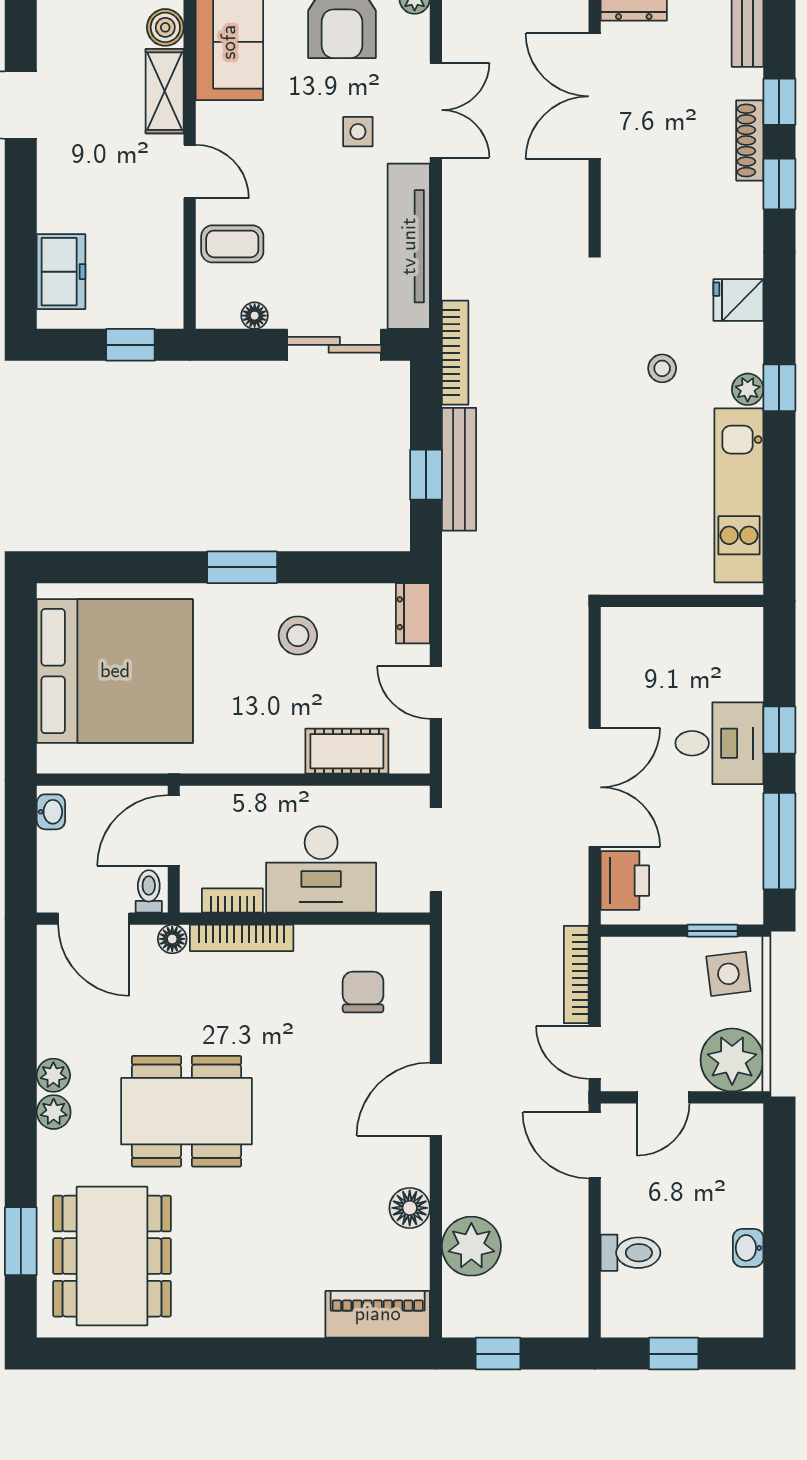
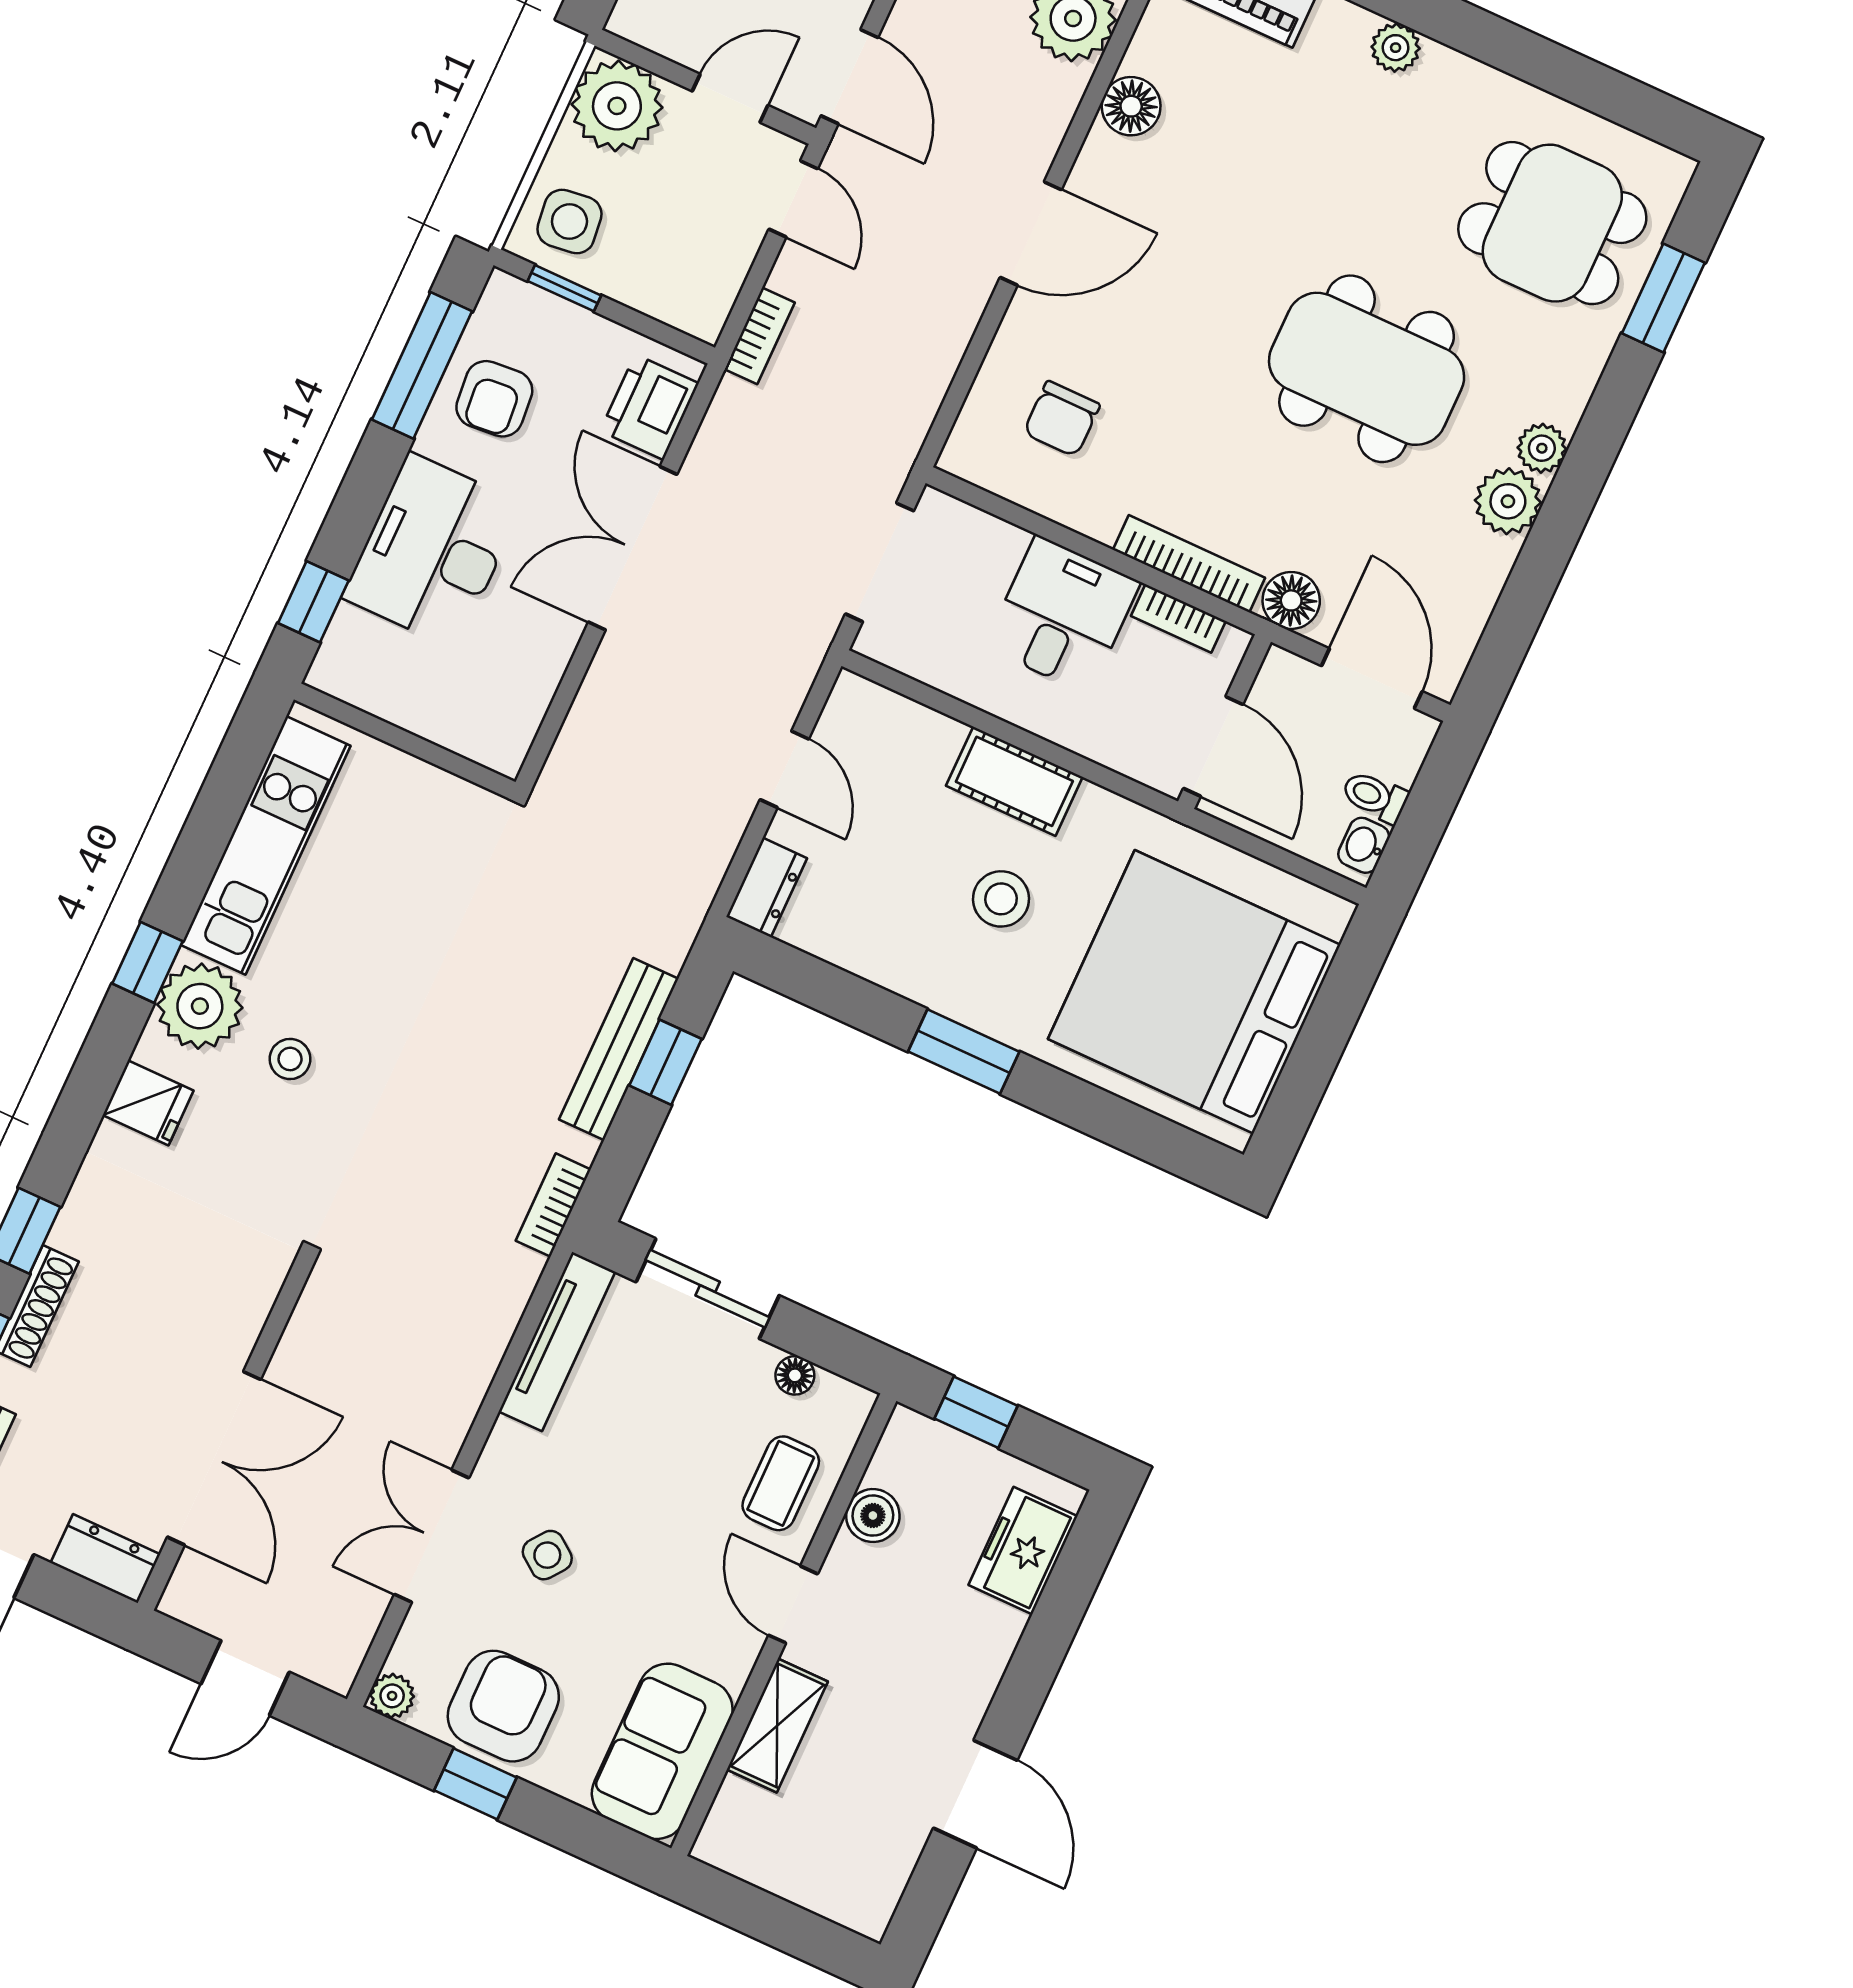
boiler: (165, 27) -> (873, 1516), moved
side table: (358, 132) -> (547, 1555), turned 37
coffee table: (232, 244) -> (781, 1483), turned 90
tv unit: (409, 246) -> (557, 1342), width x0.73, depth x0.78
bookcase: (455, 353) -> (553, 1205), width x0.64
plant: (748, 389) -> (200, 1006), width x1.87, depth x1.87
stool: (298, 635) -> (1001, 899), moved
window: (779, 730) -> (313, 602), moved
desk: (719, 743) -> (432, 551), width x1.37
cot: (347, 751) -> (1014, 781), moved
door: (174, 830) -> (1213, 746), hinge flipped
armchair: (724, 841) -> (494, 399), added
desk: (321, 869) -> (1062, 615), width x0.73
toilet: (149, 891) -> (1375, 797), moved, turned 90
floor lamp: (172, 939) -> (1291, 600), width x1.37, depth x1.37
bookcase: (576, 974) -> (760, 336), width x0.64
plant: (53, 1075) -> (1508, 501), width x1.38, depth x1.38
dining table: (112, 1256) -> (1552, 223), width x0.73
plant: (261, 1321) -> (1396, 48), added

